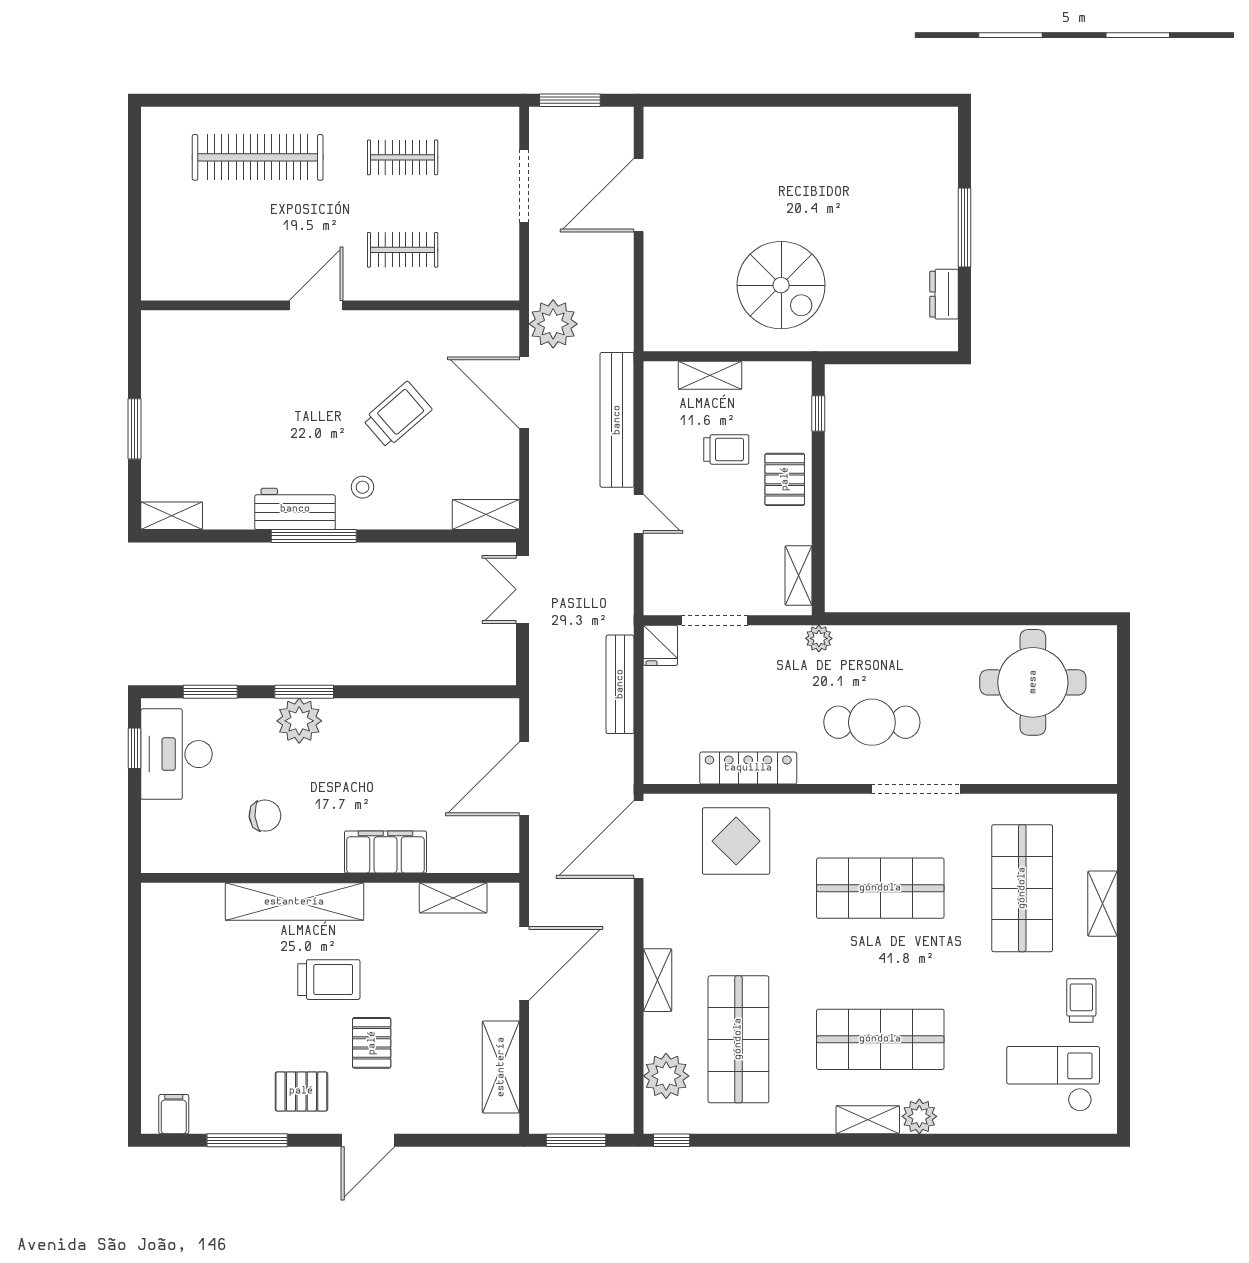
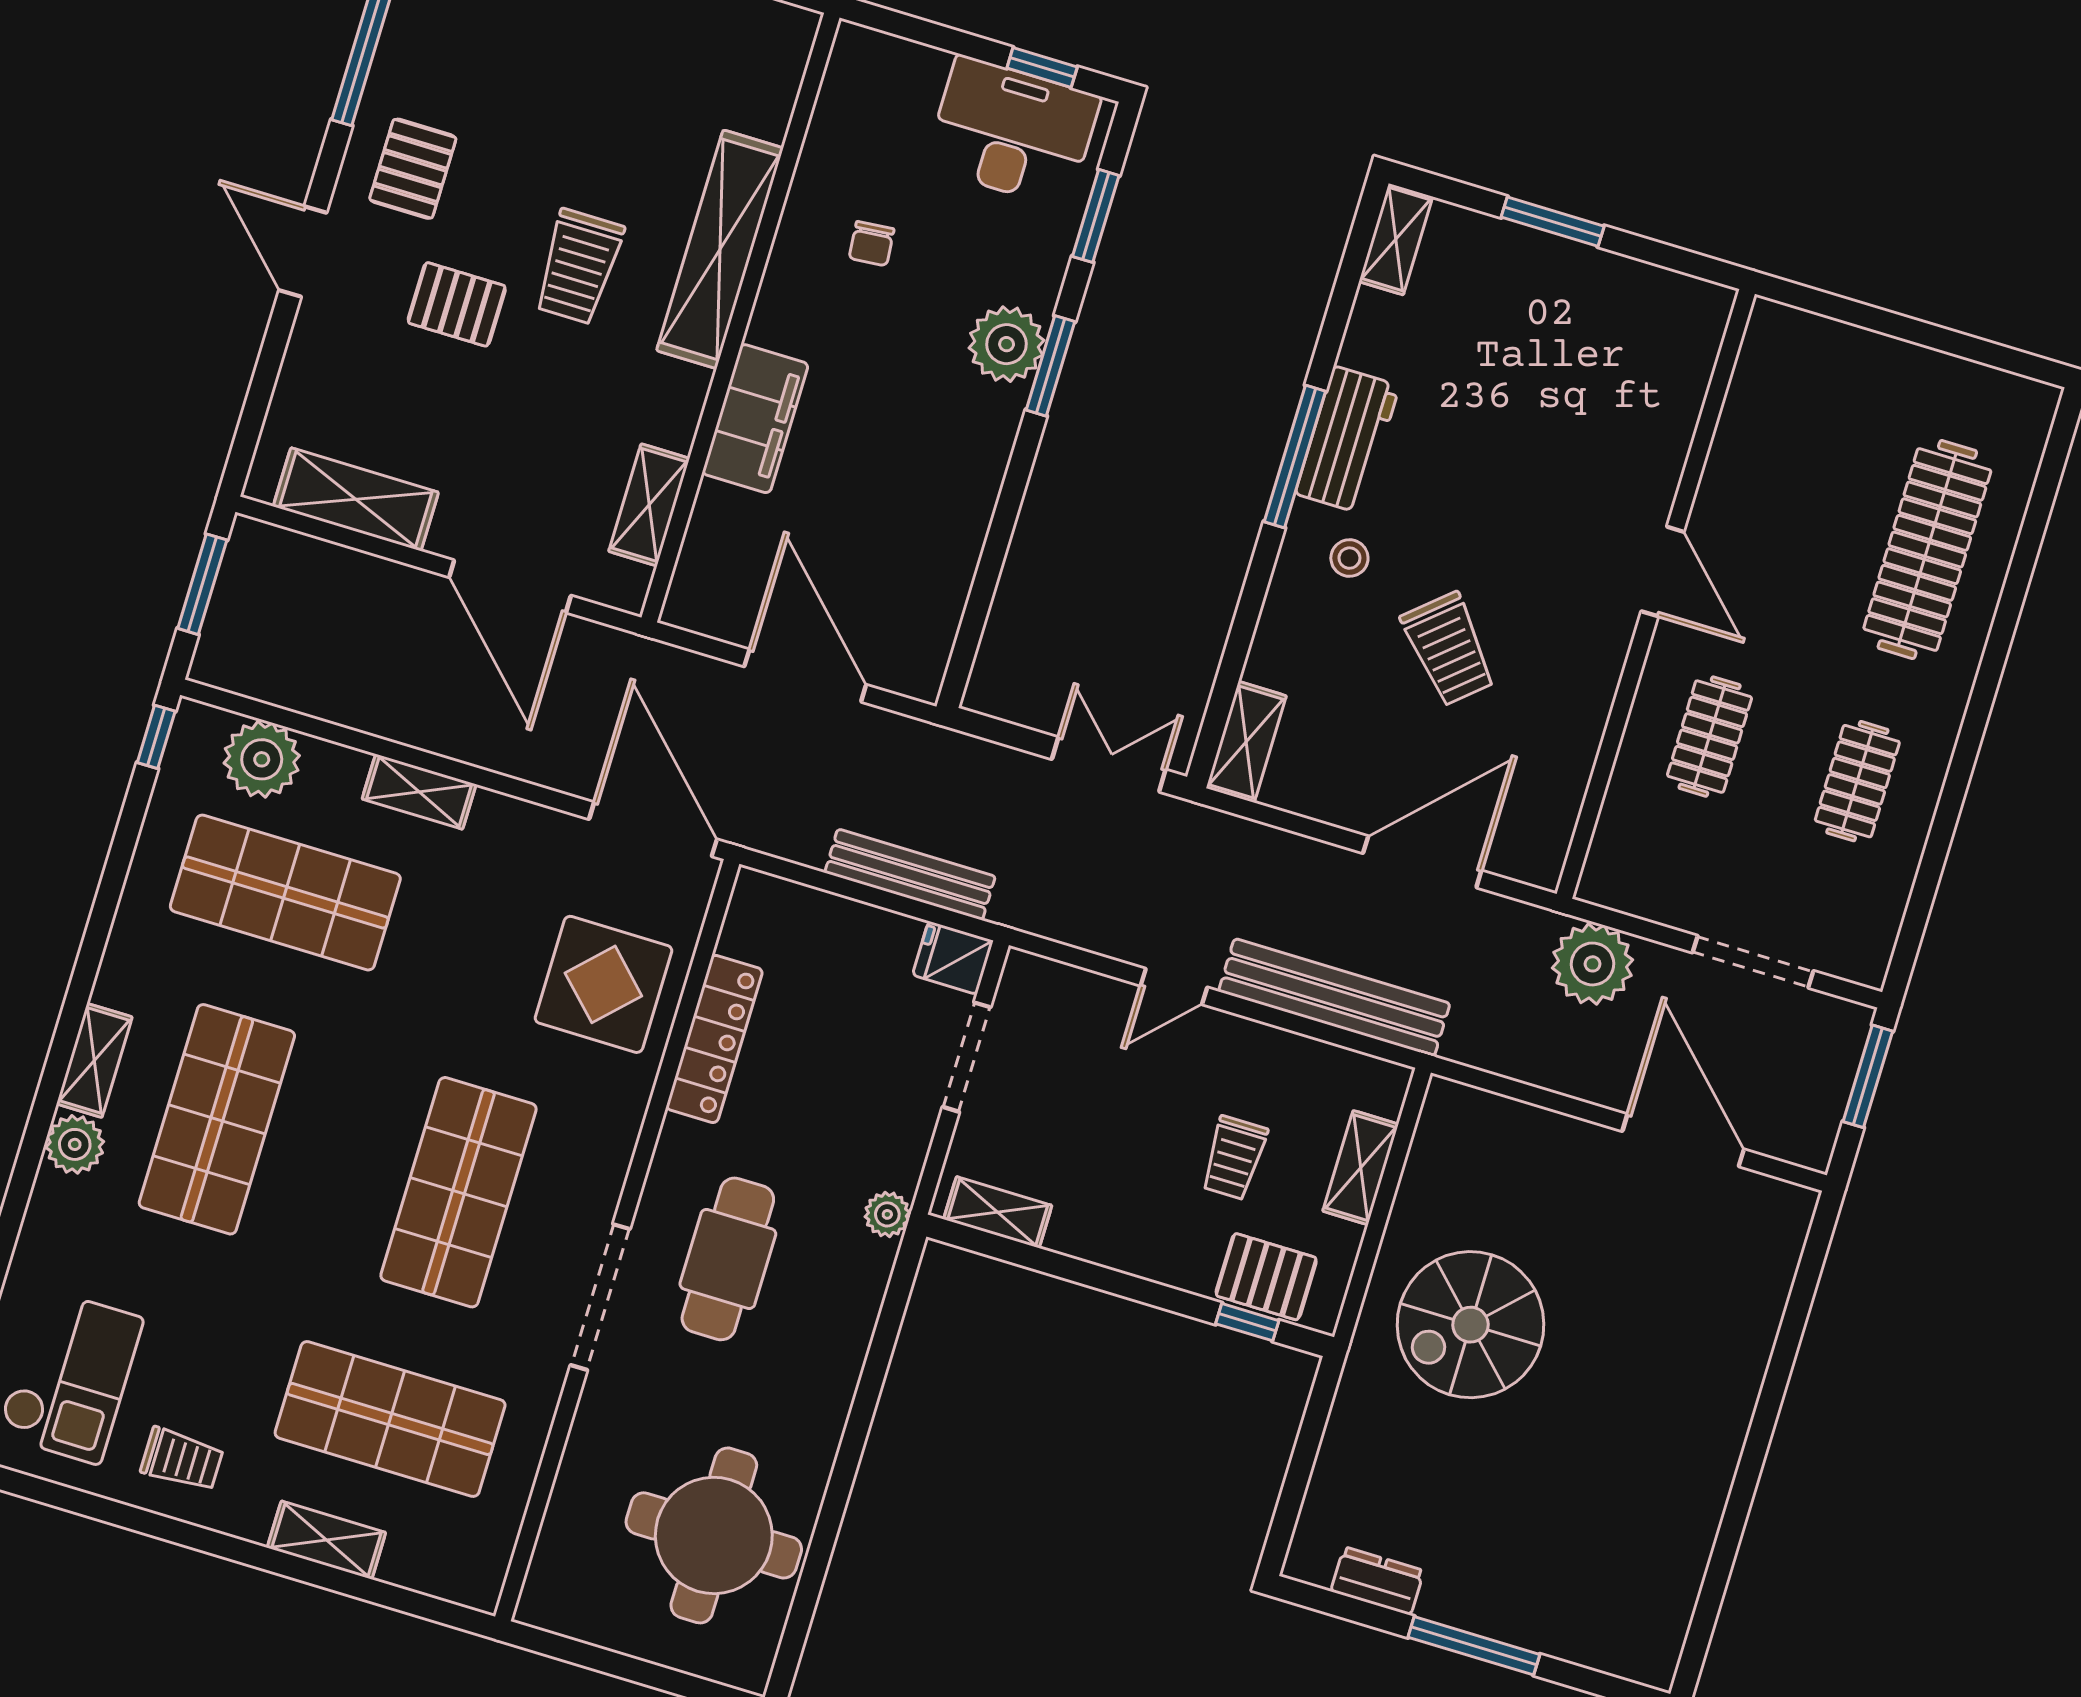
plant: (553, 324) -> (1593, 964), moved
pallet: (785, 479) -> (1266, 1277), moved
chair: (265, 816) -> (872, 244), width x0.73, depth x0.73

